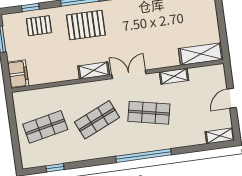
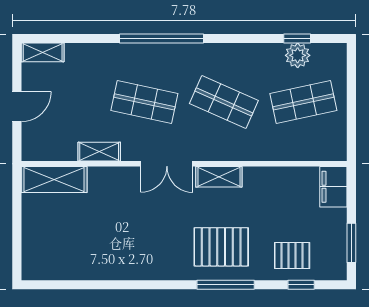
shop shelf: (97, 120) -> (224, 102), turned 48
plant: (53, 157) -> (298, 55), added

